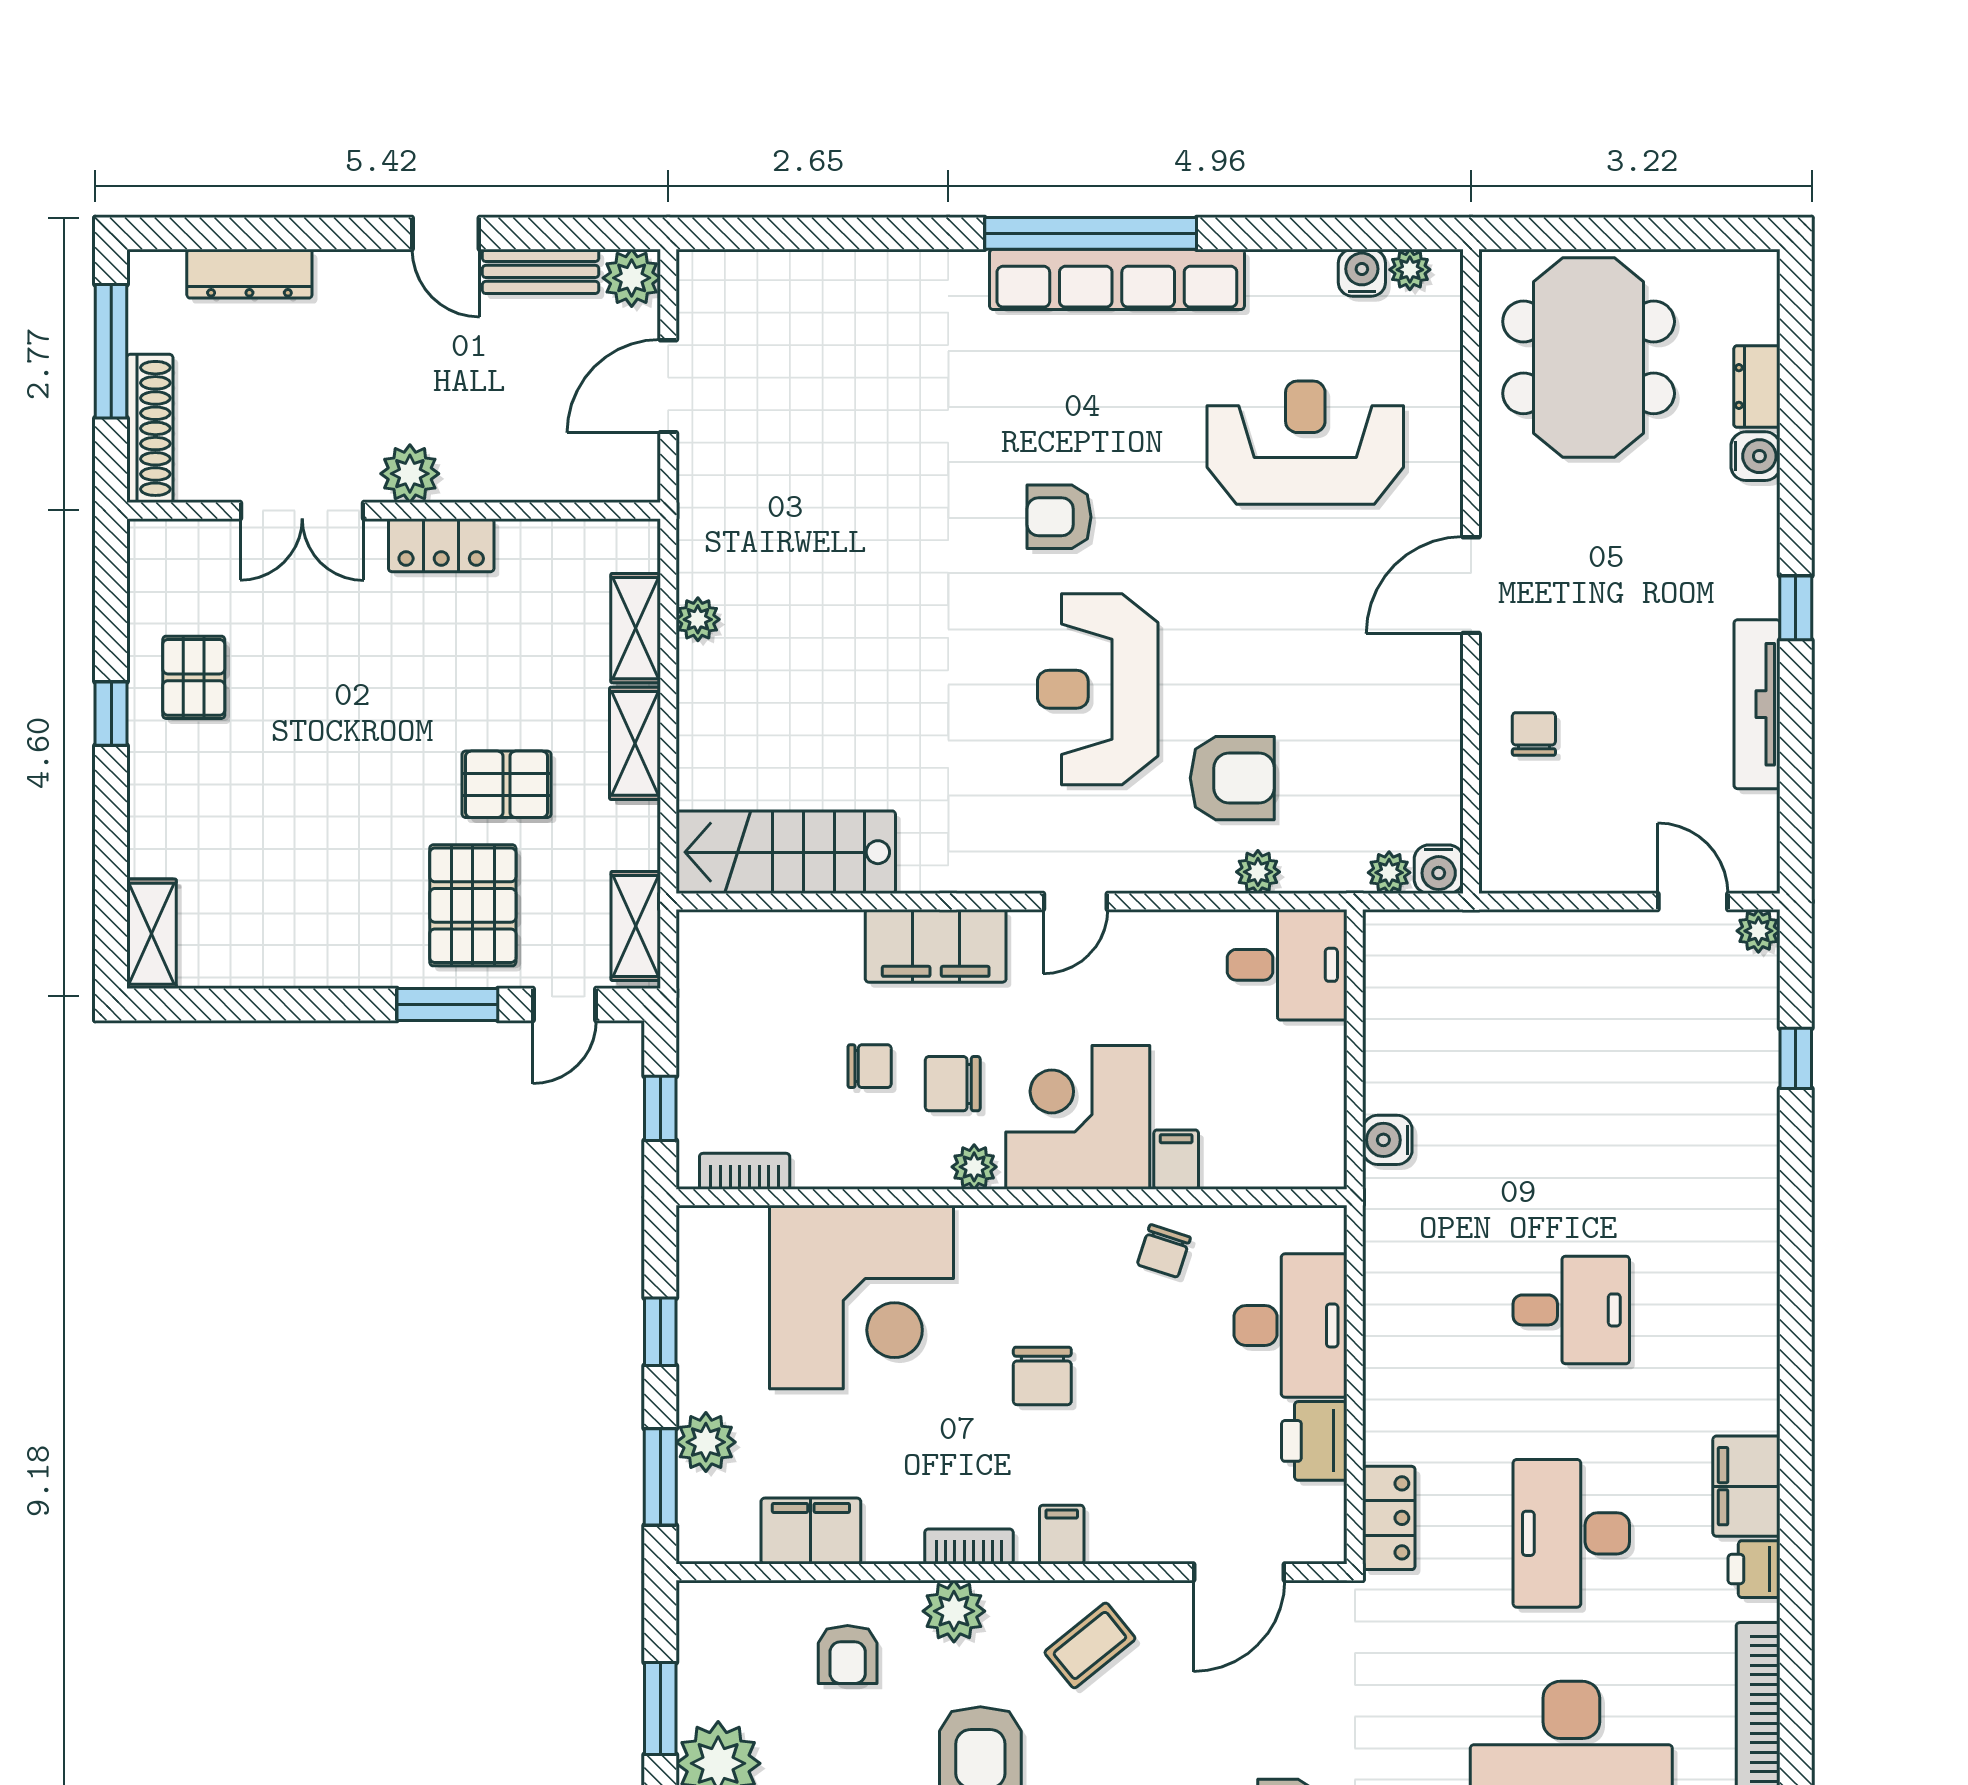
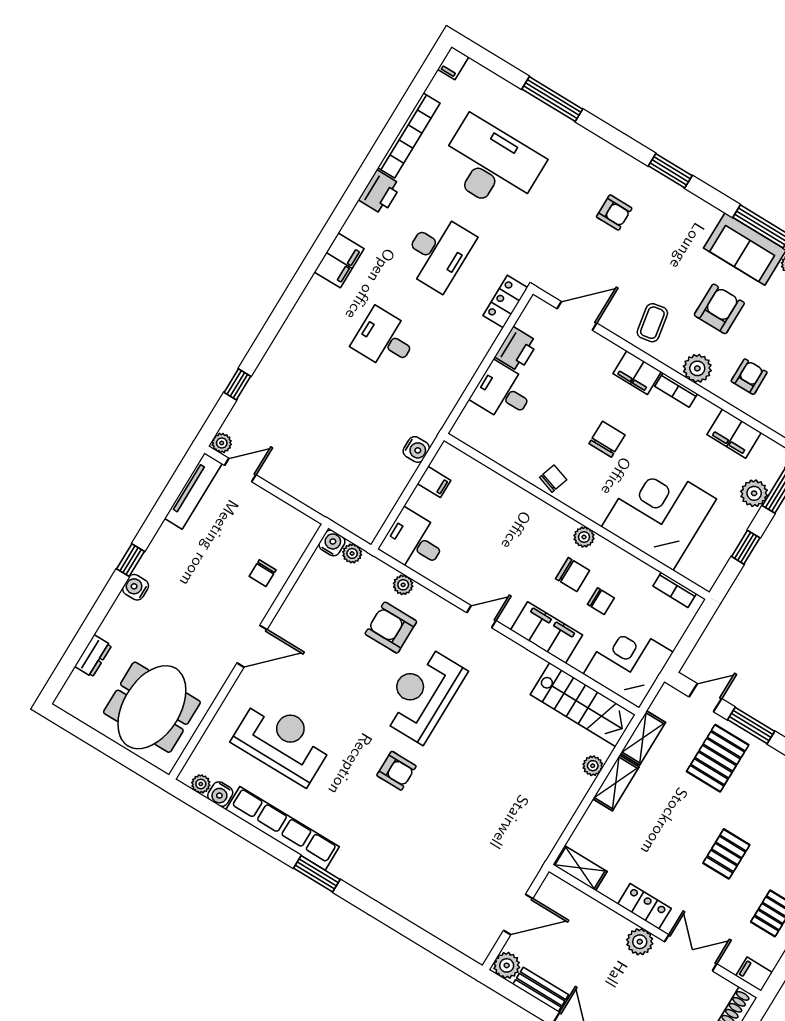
window: (1091, 233) -> (317, 874), width x0.47
row of seats: (1117, 279) -> (282, 828), moved
reception desk: (1305, 443) -> (283, 741), turned 180
water cooler: (1755, 456) -> (136, 587), moved
filing cabinet: (159, 543) -> (754, 974), added
plant: (698, 619) -> (593, 766), moved
shelving: (636, 628) -> (580, 868), moved, turned 90
reception desk: (1098, 689) -> (422, 694), turned 180
tv unit: (1757, 704) -> (193, 491), moved
pallet: (507, 784) -> (726, 854), moved, turned 90
door: (1693, 901) -> (240, 470), swing flipped
shelving: (636, 926) -> (643, 738), moved
chair: (870, 1066) -> (601, 601), turned 180
window: (660, 1108) -> (693, 634), removed
corner desk: (1078, 1117) -> (628, 663), moved, turned 180
filing cabinet: (1176, 1160) -> (434, 482), moved, turned -90
chair: (1164, 1251) -> (553, 479), moved
desk: (1290, 1325) -> (503, 392), width x0.73
filing cabinet: (1746, 1486) -> (339, 260), moved
filing cabinet: (1062, 1535) -> (637, 373), width x2.00
printer: (1754, 1569) -> (380, 192), width x1.36, depth x1.24
coffee table: (1090, 1645) -> (652, 323), turned -61

